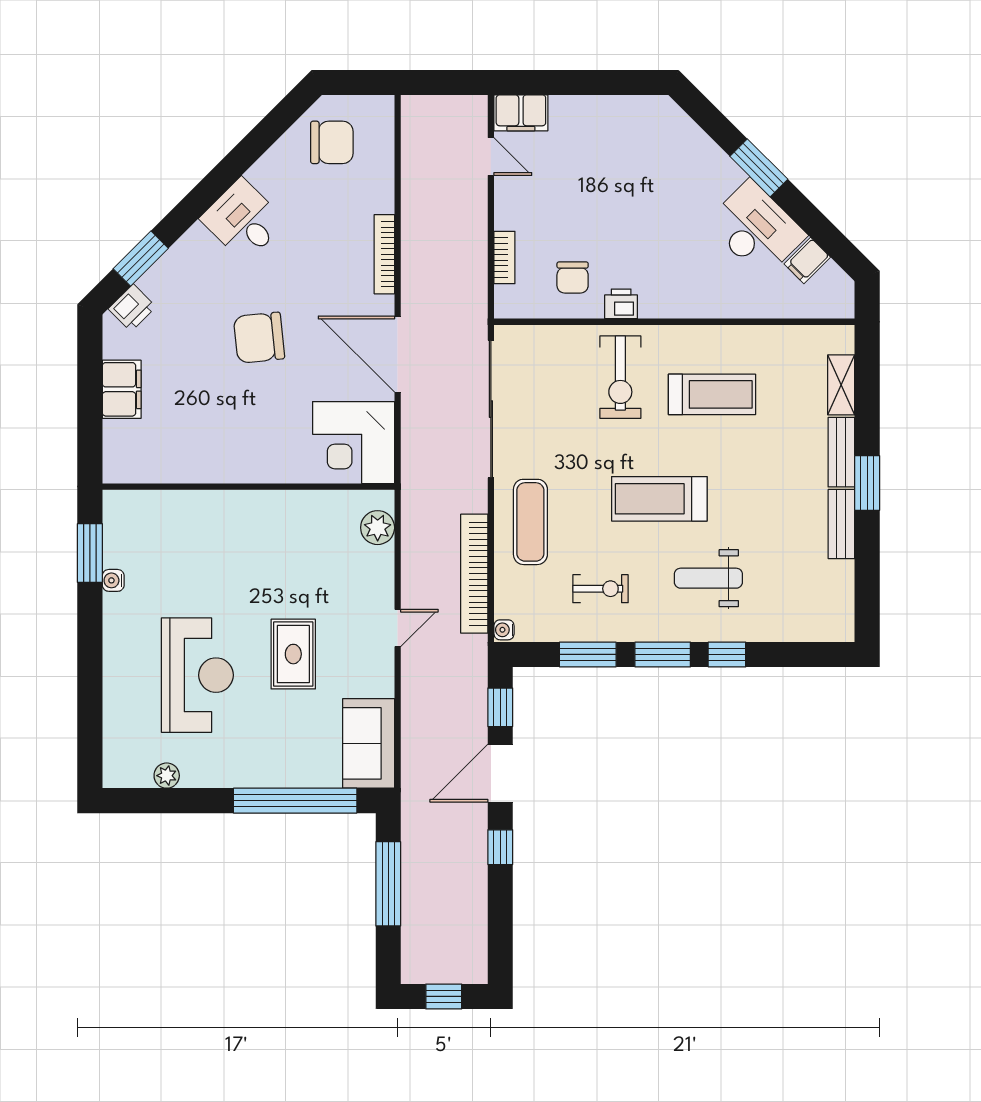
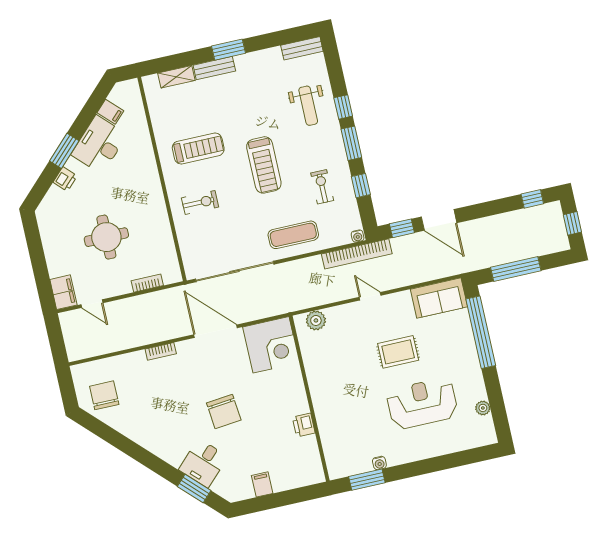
door: (491, 157) -> (92, 304), swing flipped
round table: (598, 206) -> (106, 237), added
desk: (243, 220) -> (203, 463), moved
bookcase: (384, 254) -> (161, 351), width x0.64
chair: (573, 277) -> (150, 242), removed
printer: (621, 304) -> (65, 179), moved, turned -135
printer: (132, 308) -> (304, 425), moved, turned -135
door: (398, 354) -> (215, 331), swing flipped
exercise bike: (620, 377) -> (200, 202), width x0.73, depth x0.72
filing cabinet: (122, 389) -> (262, 484), width x0.50
treadmill: (712, 394) -> (198, 148), turned 90
bench: (841, 524) -> (302, 48), moved
bookcase: (474, 574) -> (357, 254), moved
weight bench: (708, 578) -> (308, 106), moved
window: (588, 654) -> (361, 186), width x0.67
window: (500, 847) -> (532, 199), moved

